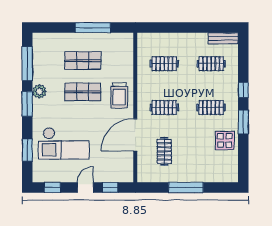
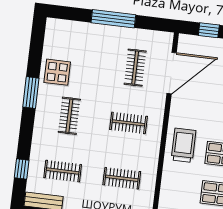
window: (243, 90) -> (22, 169), moved
clothes rail: (211, 108) -> (69, 116), turned 90
door: (135, 135) -> (172, 73), moved

